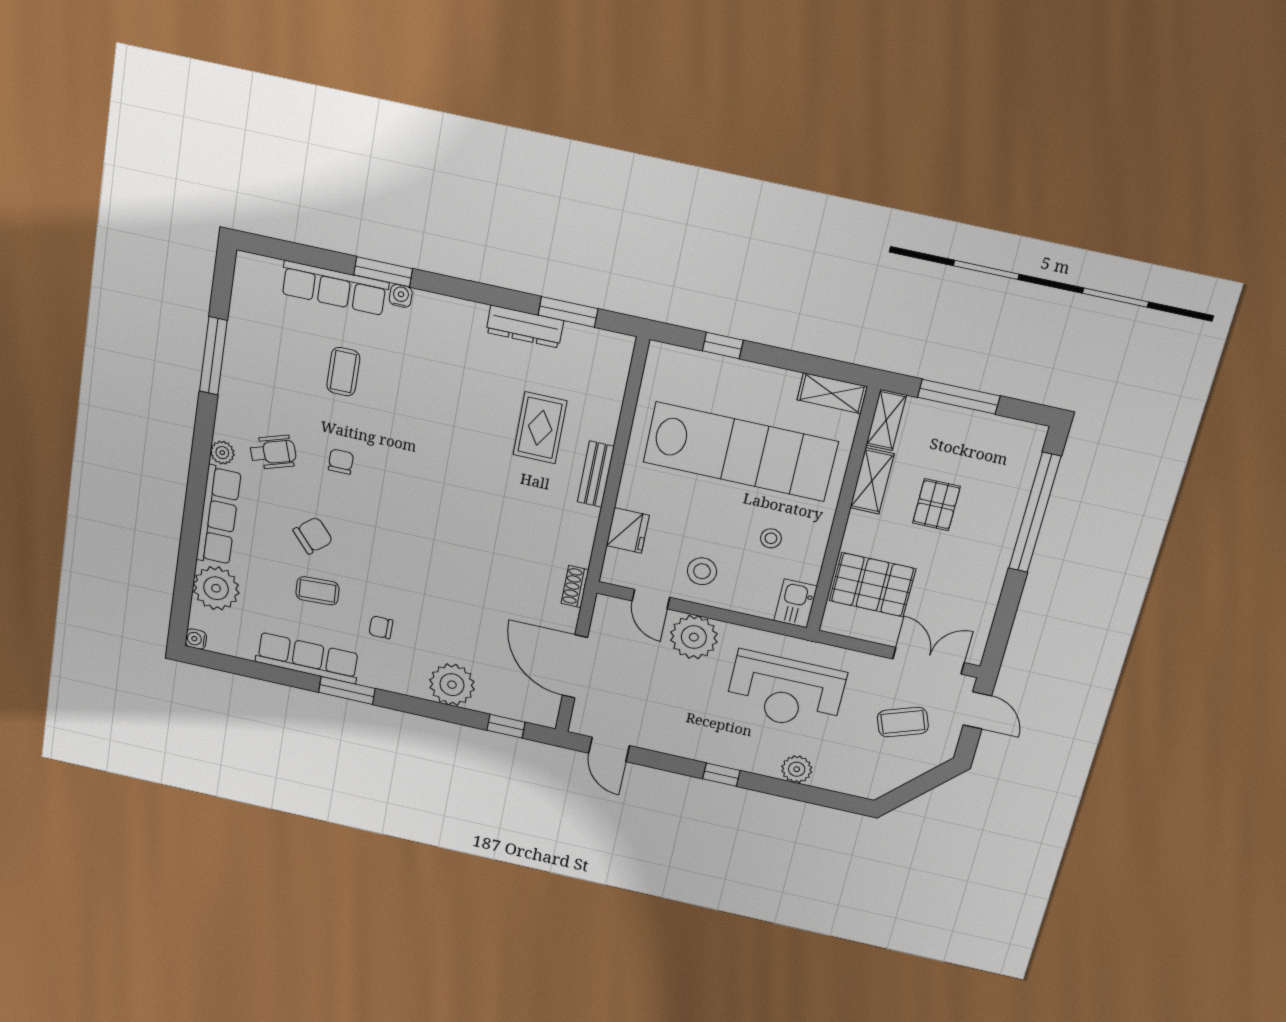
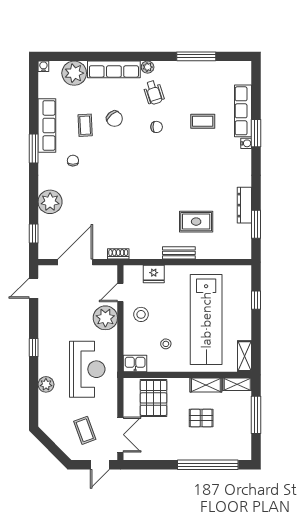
reception desk: (785, 691) -> (87, 369), turned 180

